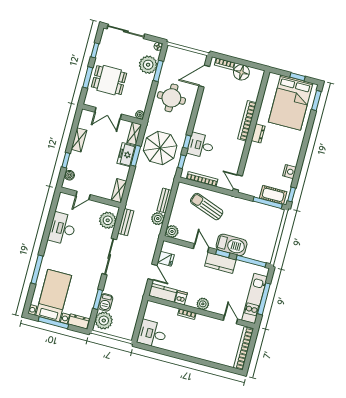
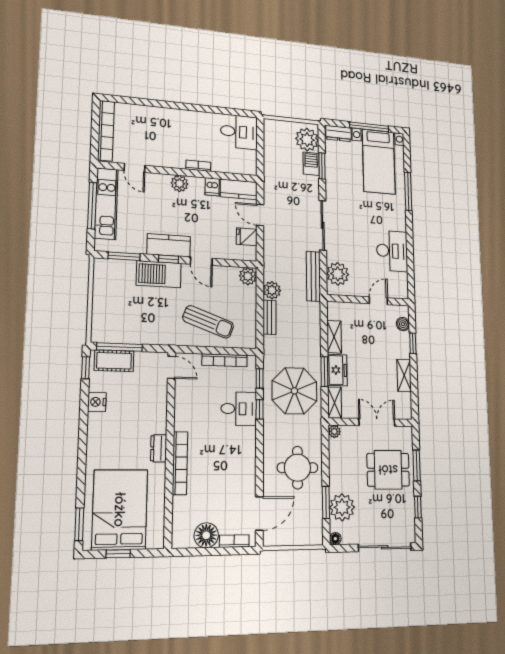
shelving: (119, 191) -> (334, 337), moved
bench: (126, 222) -> (313, 276), width x1.36
window: (251, 261) -> (124, 256), width x0.69

